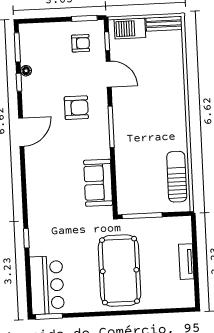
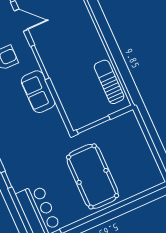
sofa: (98, 183) -> (38, 92), moved
tv unit: (186, 262) -> (144, 148), removed

